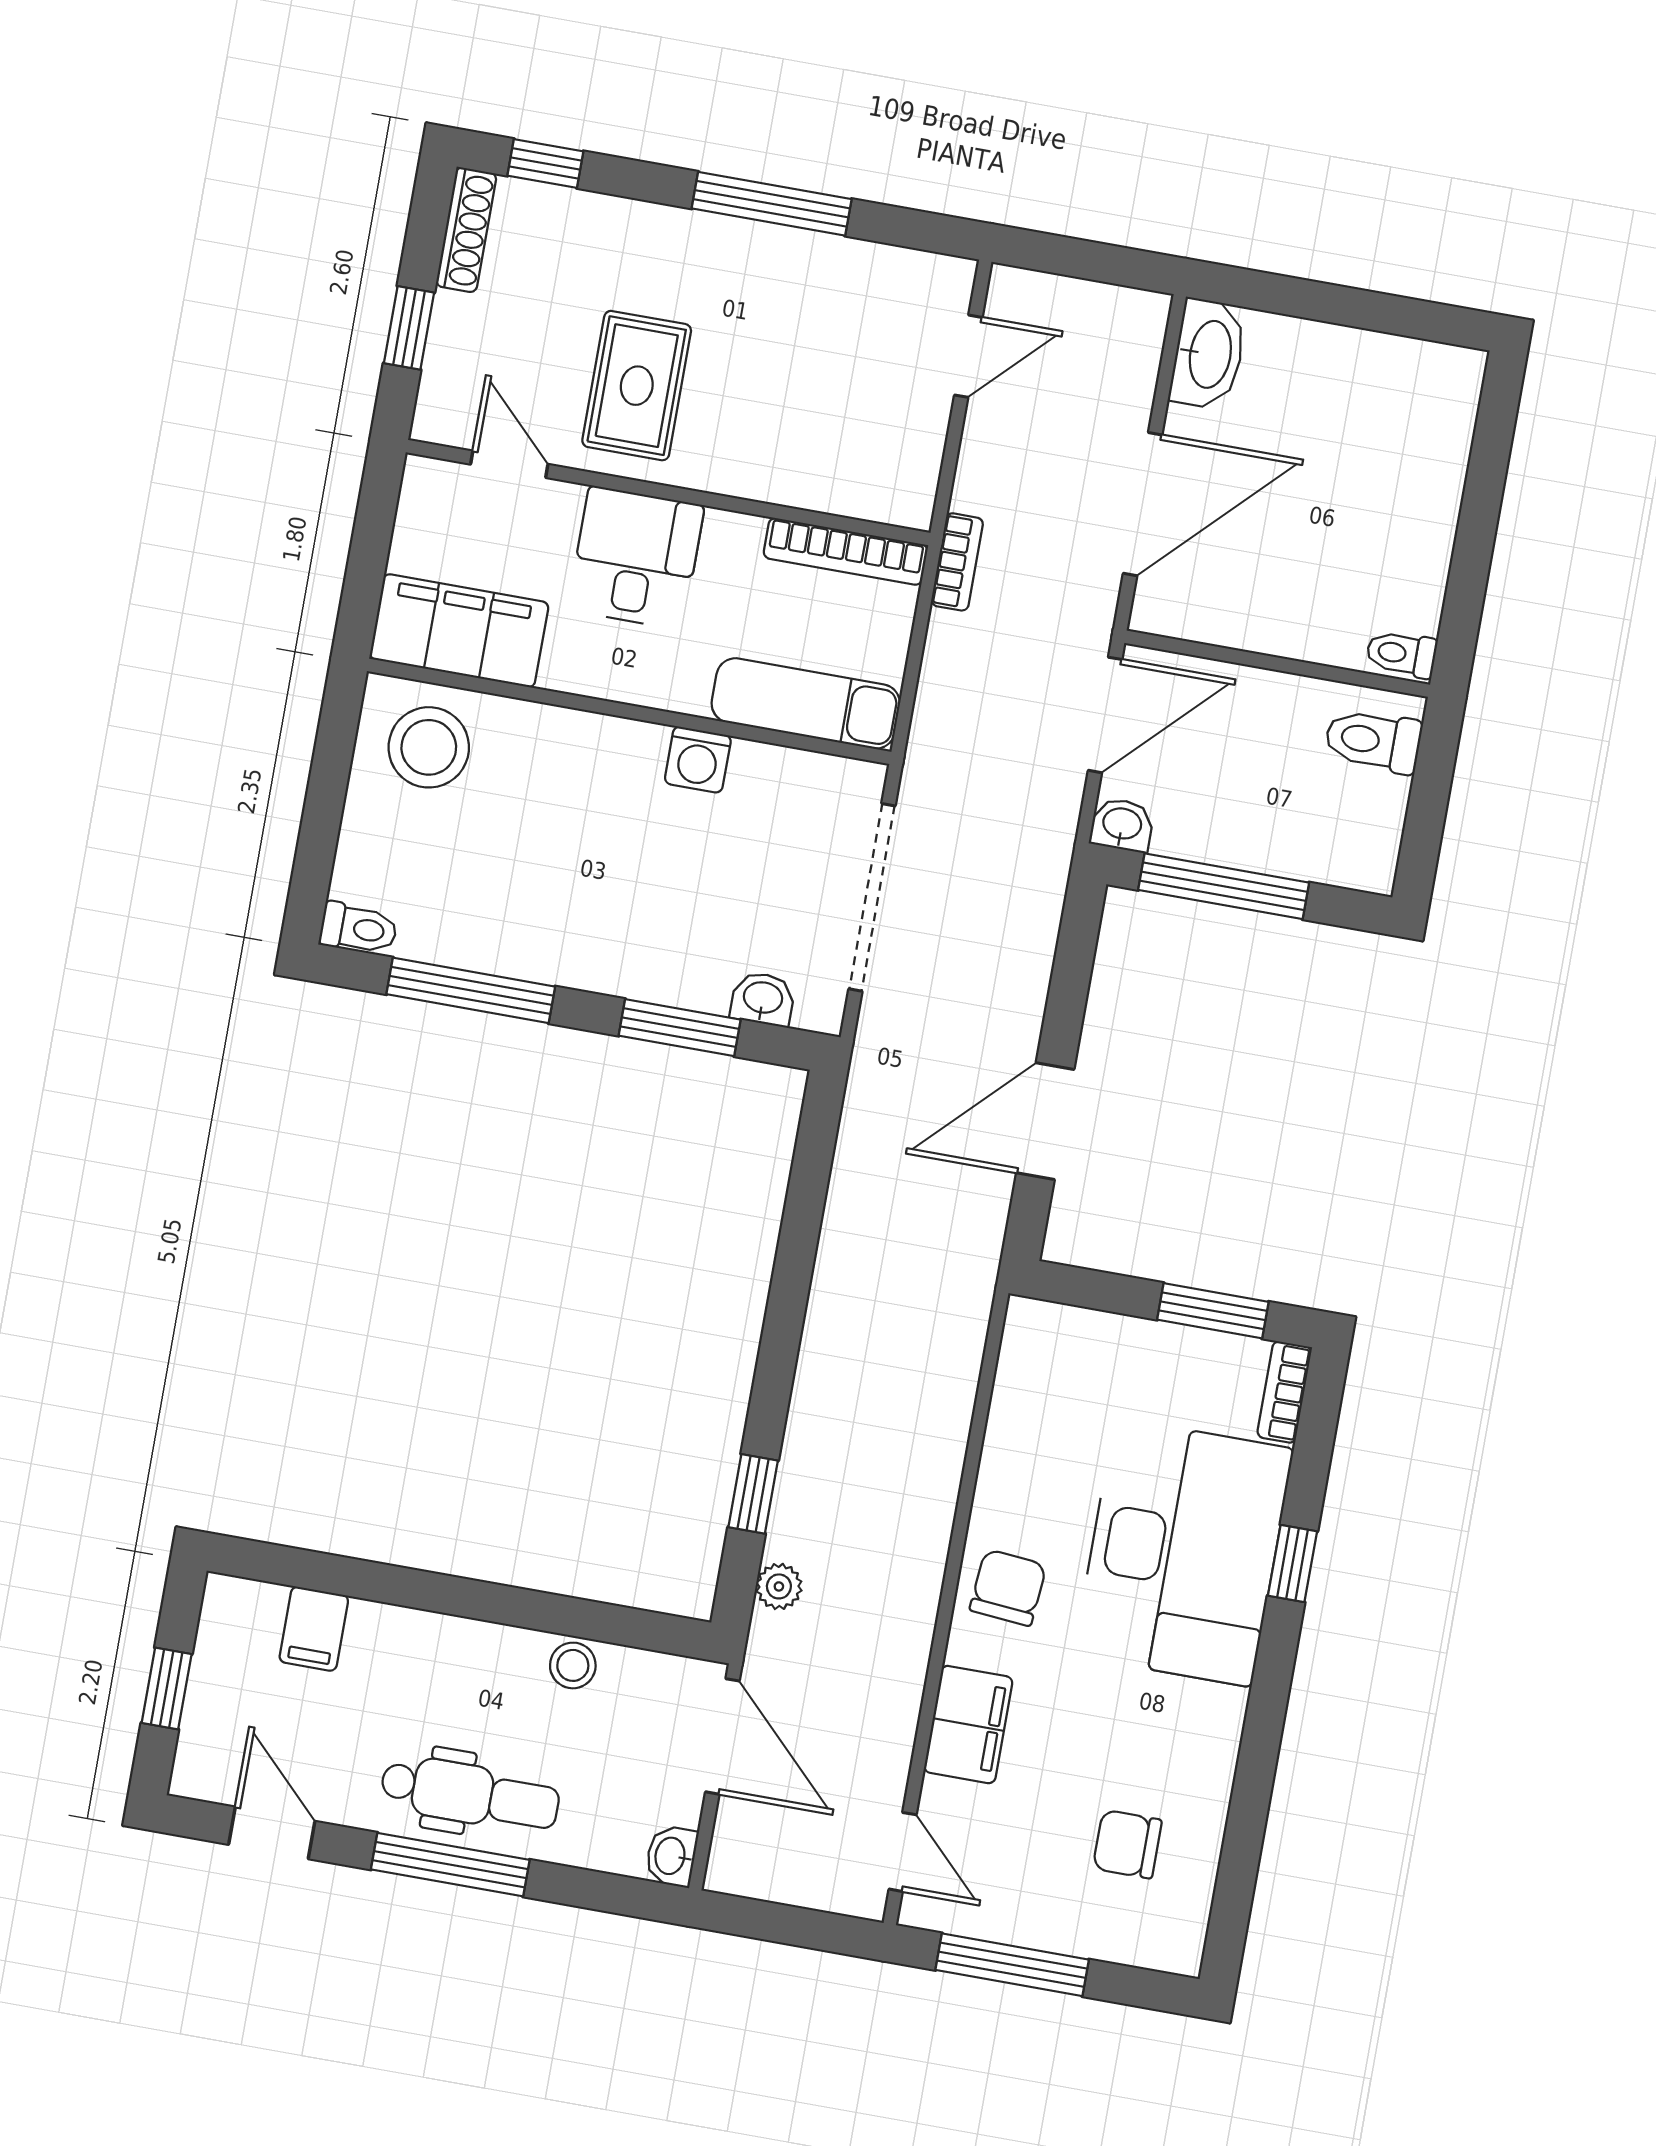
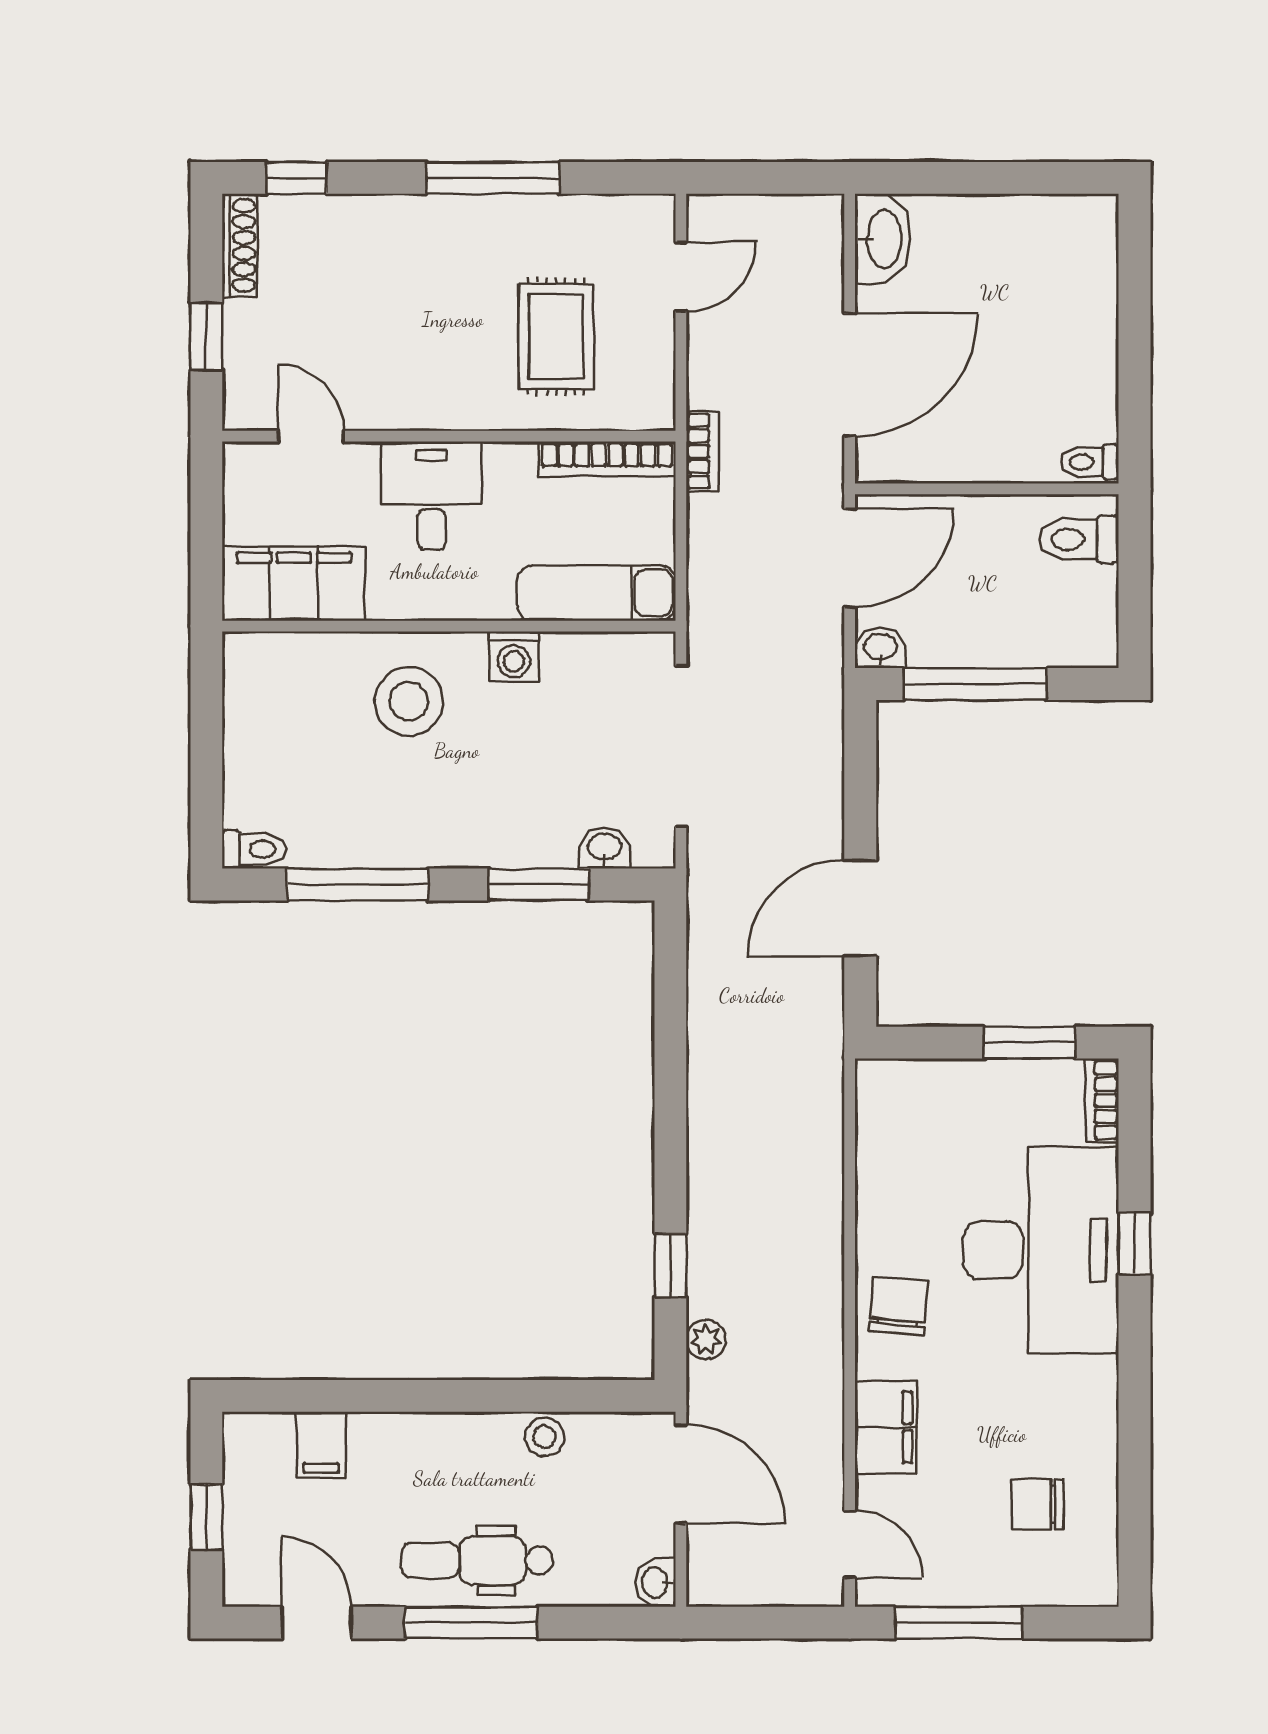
rug: (637, 386) -> (556, 337), moved
stool: (429, 747) -> (409, 701), moved
dental chair: (470, 1794) -> (477, 1560), turned 180

